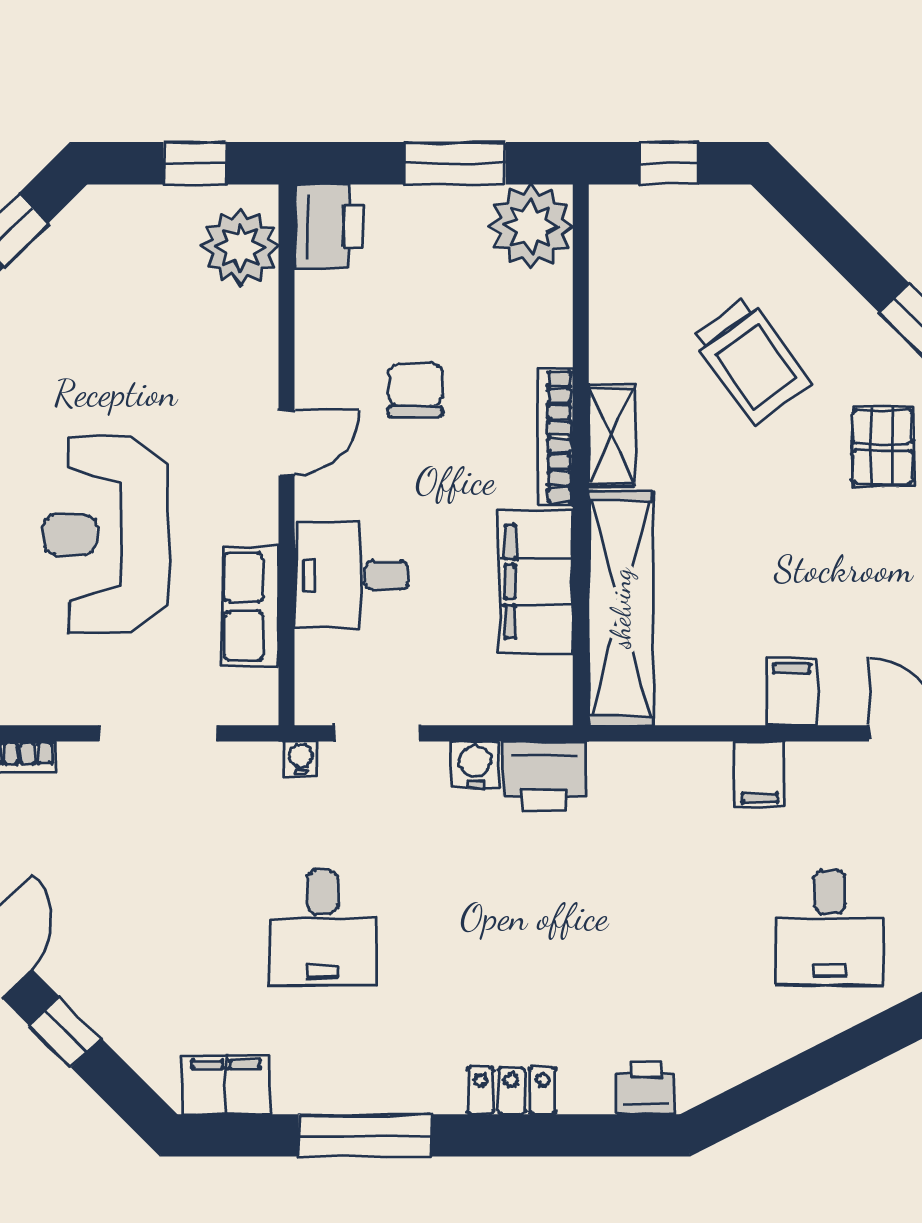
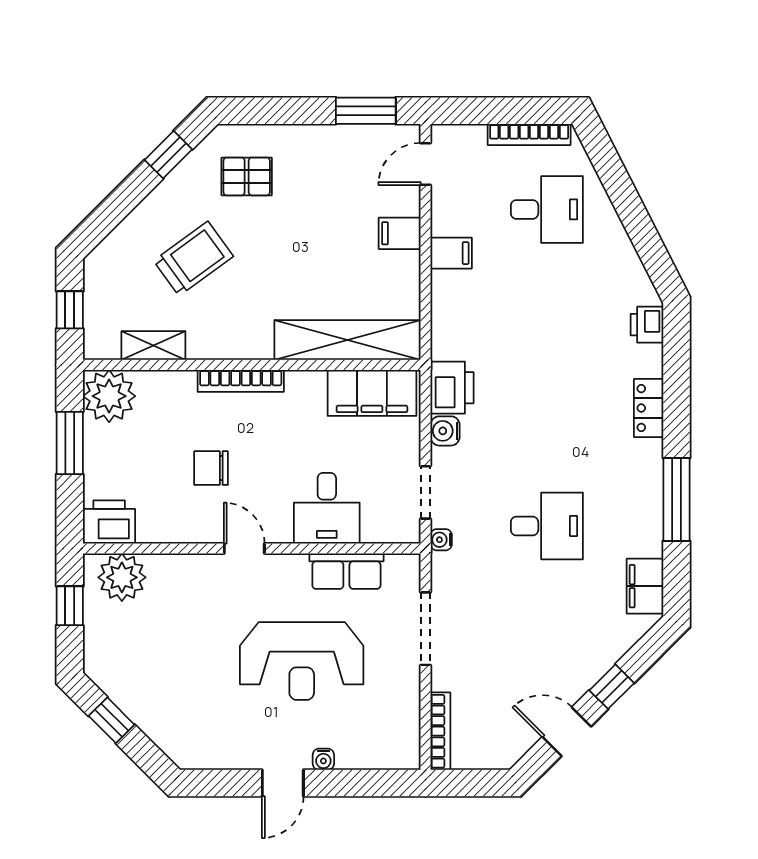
shelving: (612, 435) -> (153, 346), moved
filing cabinet: (536, 582) -> (372, 393), moved

